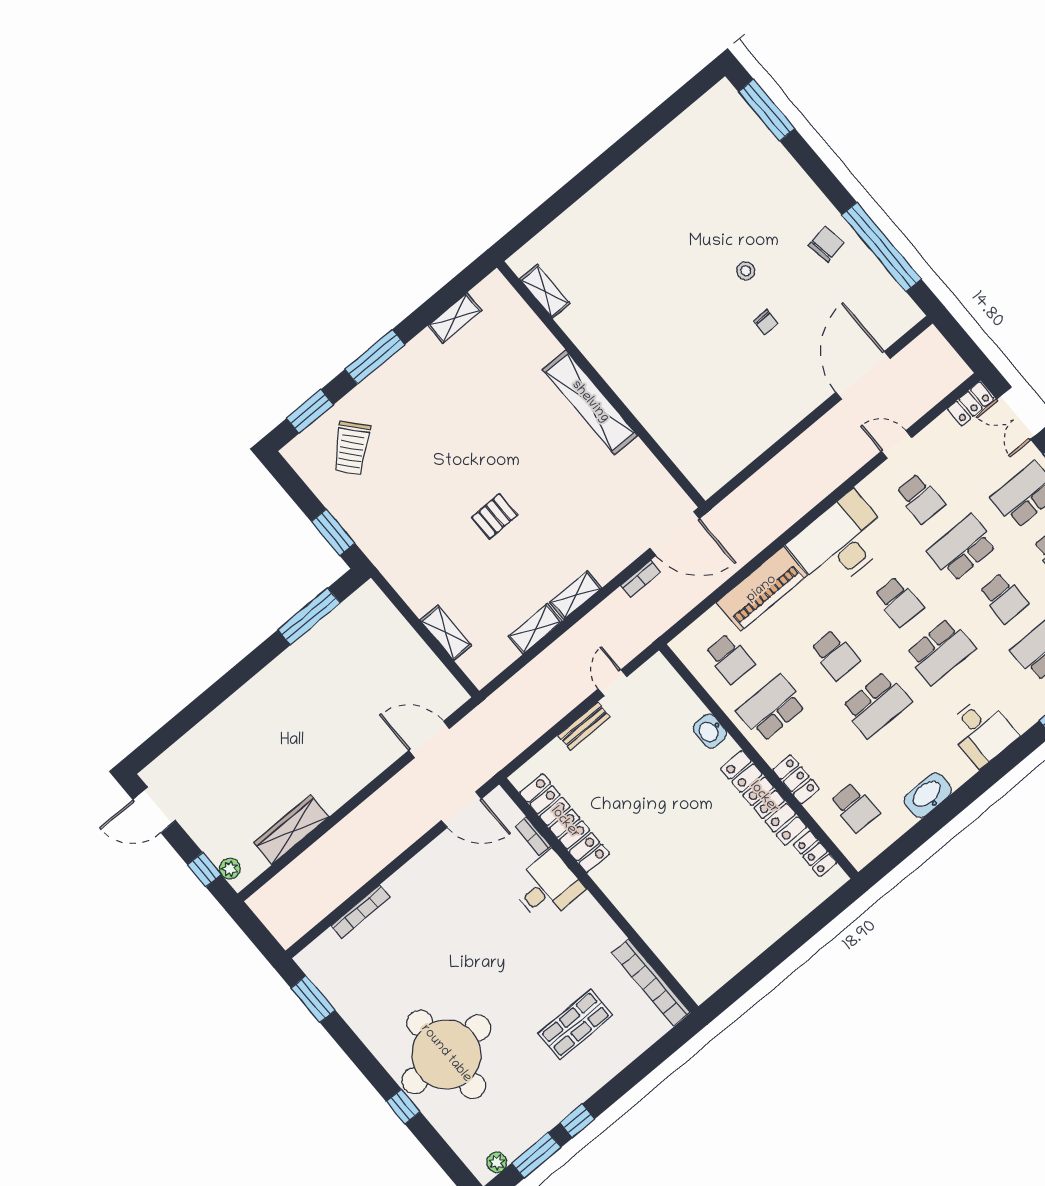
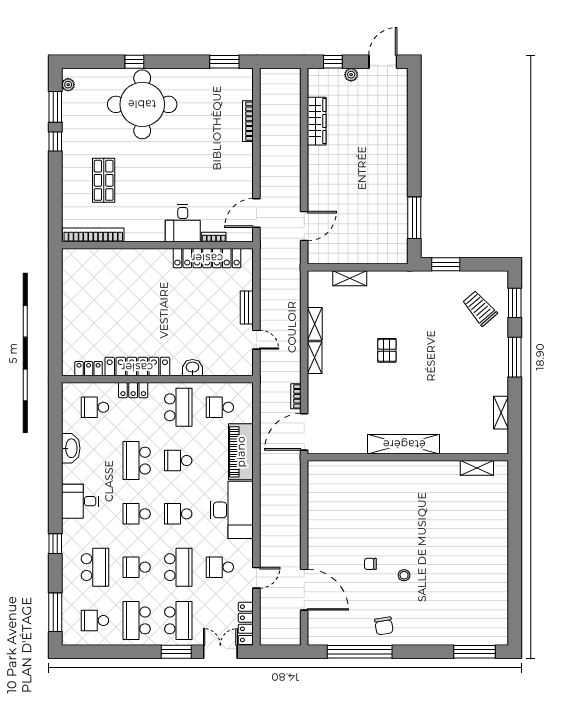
locker: (971, 404) -> (246, 623), width x1.53
school desk: (940, 651) -> (137, 514), width x0.54
plant: (230, 868) -> (351, 75), moved

